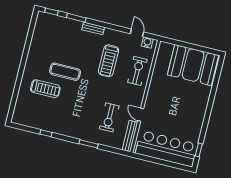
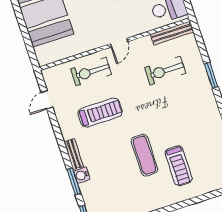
water cooler: (147, 43) -> (82, 175), moved
treadmill: (45, 89) -> (179, 166), turned 180
door: (141, 115) -> (119, 43), moved
exercise bike: (109, 117) -> (165, 71), turned 180

